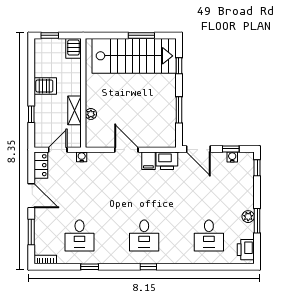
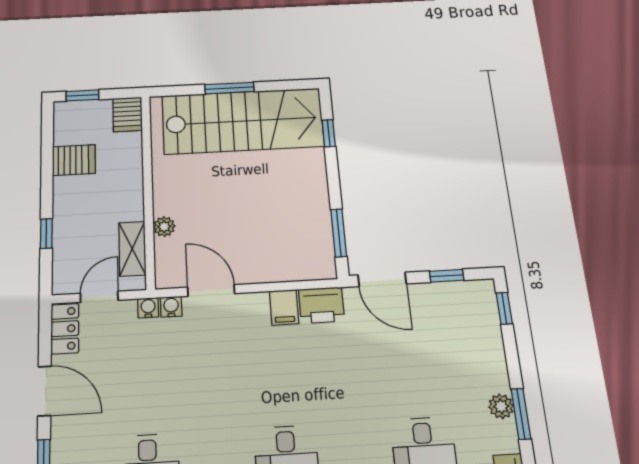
window: (141, 35) -> (229, 88), moved
server rack: (45, 86) -> (74, 160), moved
shelving: (74, 110) -> (132, 249), moved
window: (179, 110) -> (339, 233), moved
door: (126, 150) -> (211, 290), moved
water cooler: (232, 157) -> (171, 307), moved

